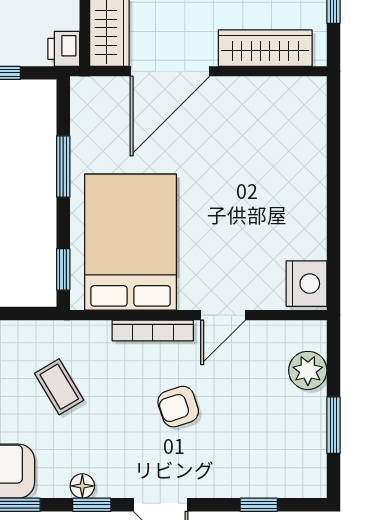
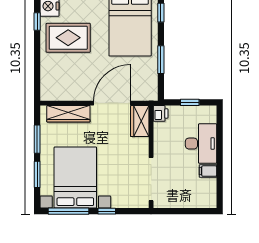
rug: (266, 214) -> (68, 38), added
window: (334, 250) -> (37, 22), added

